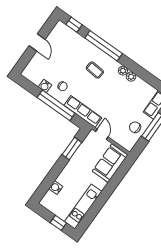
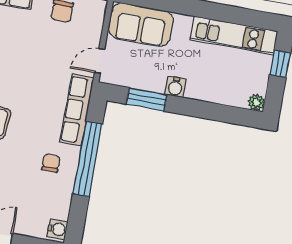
water cooler: (45, 86) -> (57, 229), moved
water cooler: (56, 188) -> (175, 87), moved
plant: (45, 202) -> (256, 103), added

